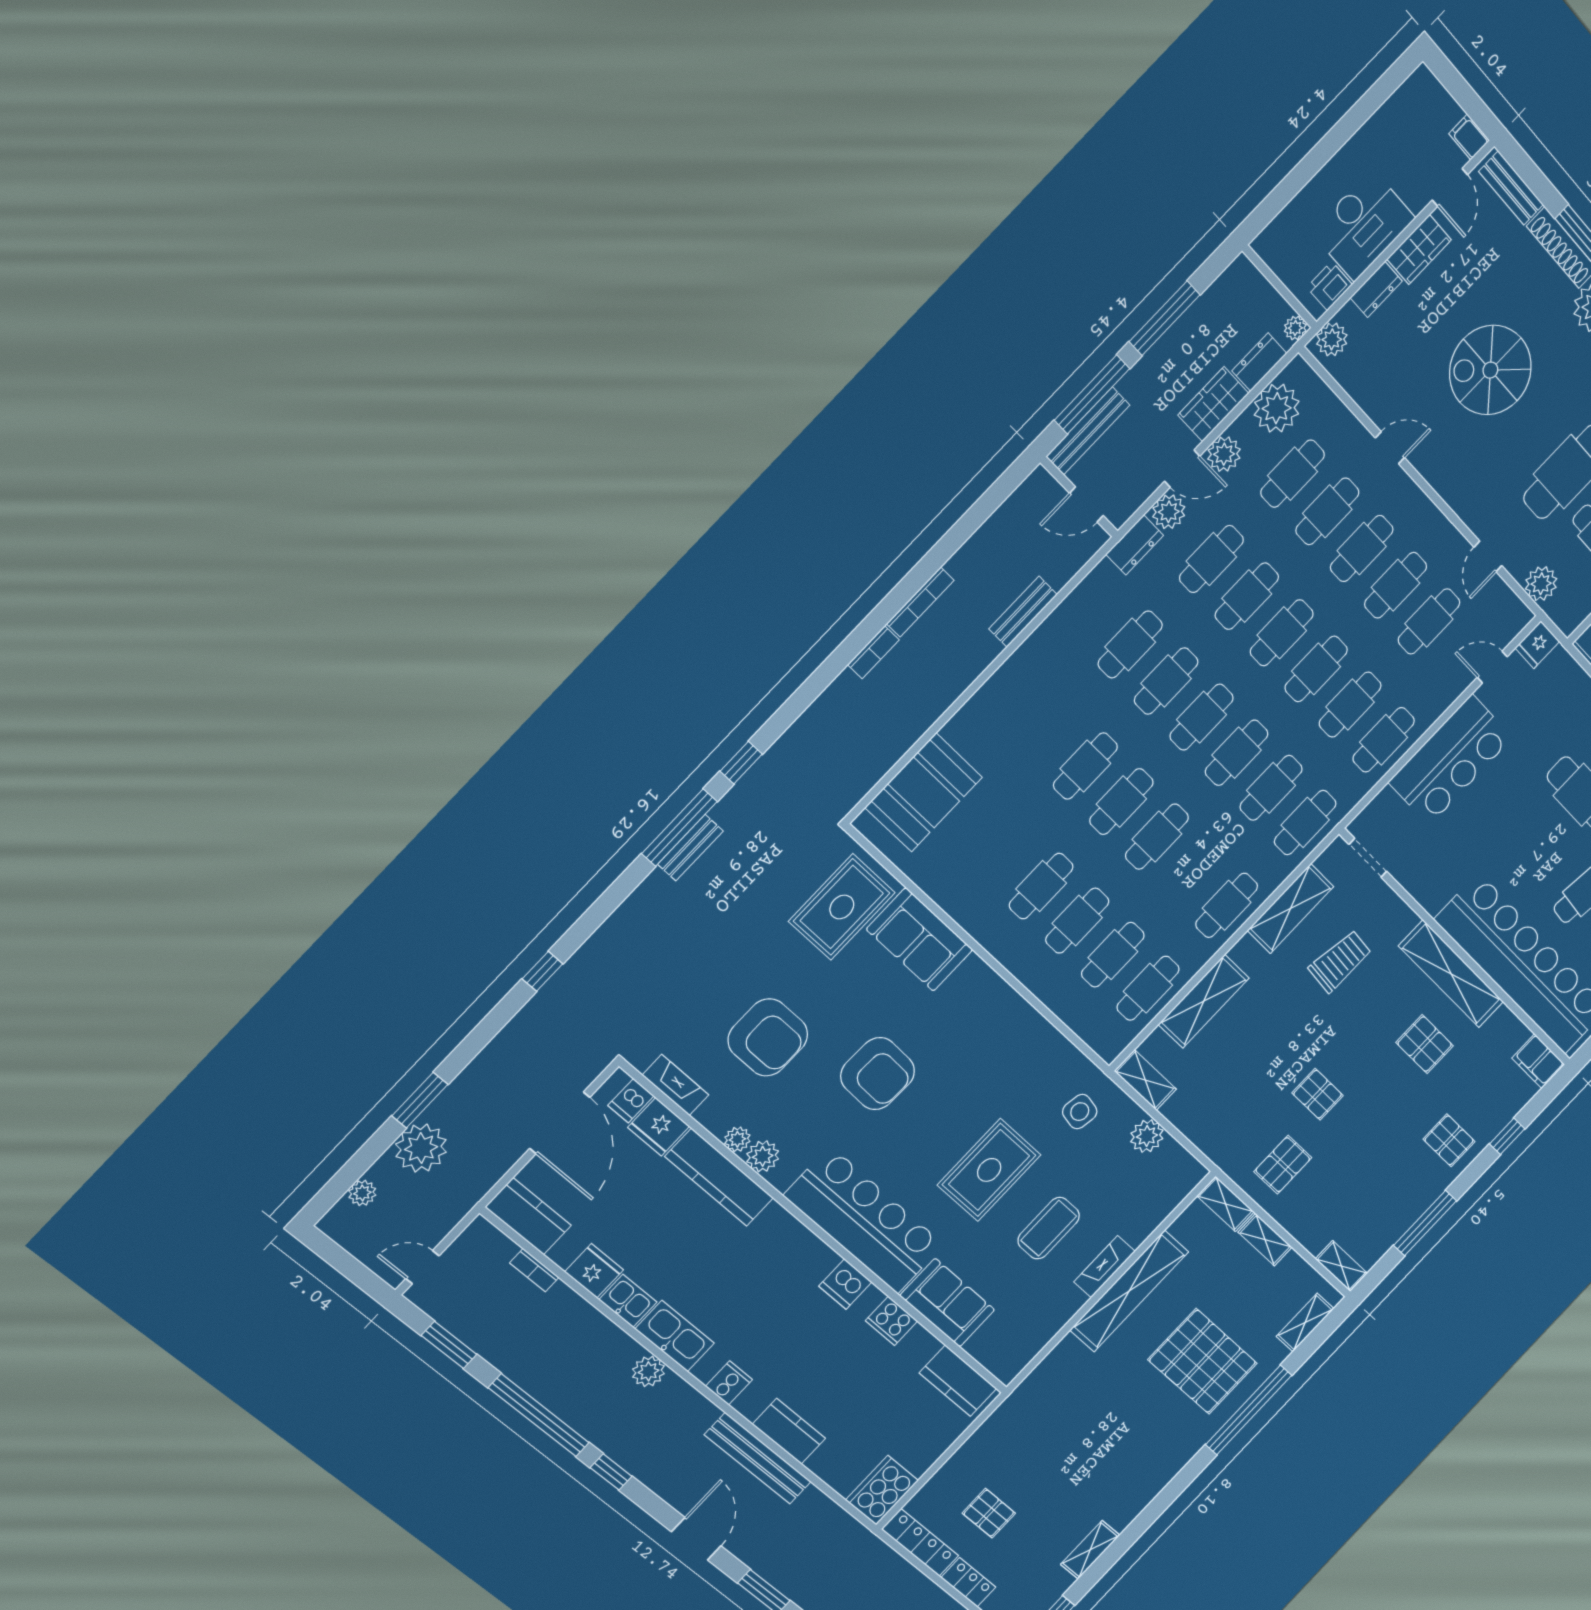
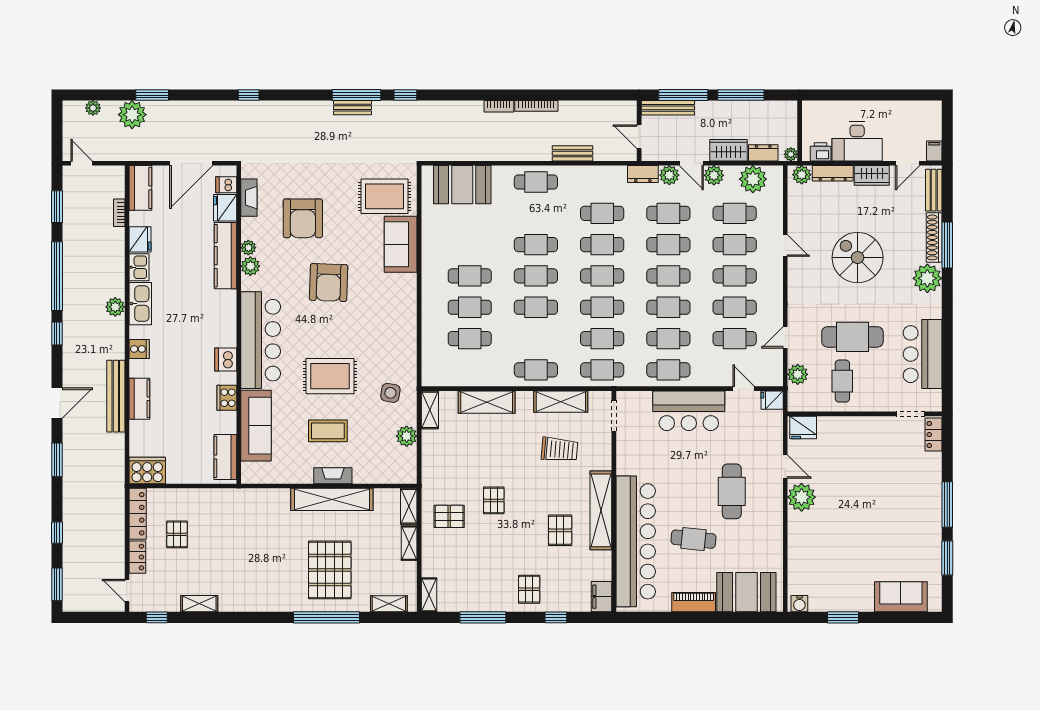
dresser: (1376, 289) -> (833, 173), width x1.44
cafe table: (1148, 988) -> (536, 182), moved
sofa: (947, 1303) -> (256, 426), width x1.36

